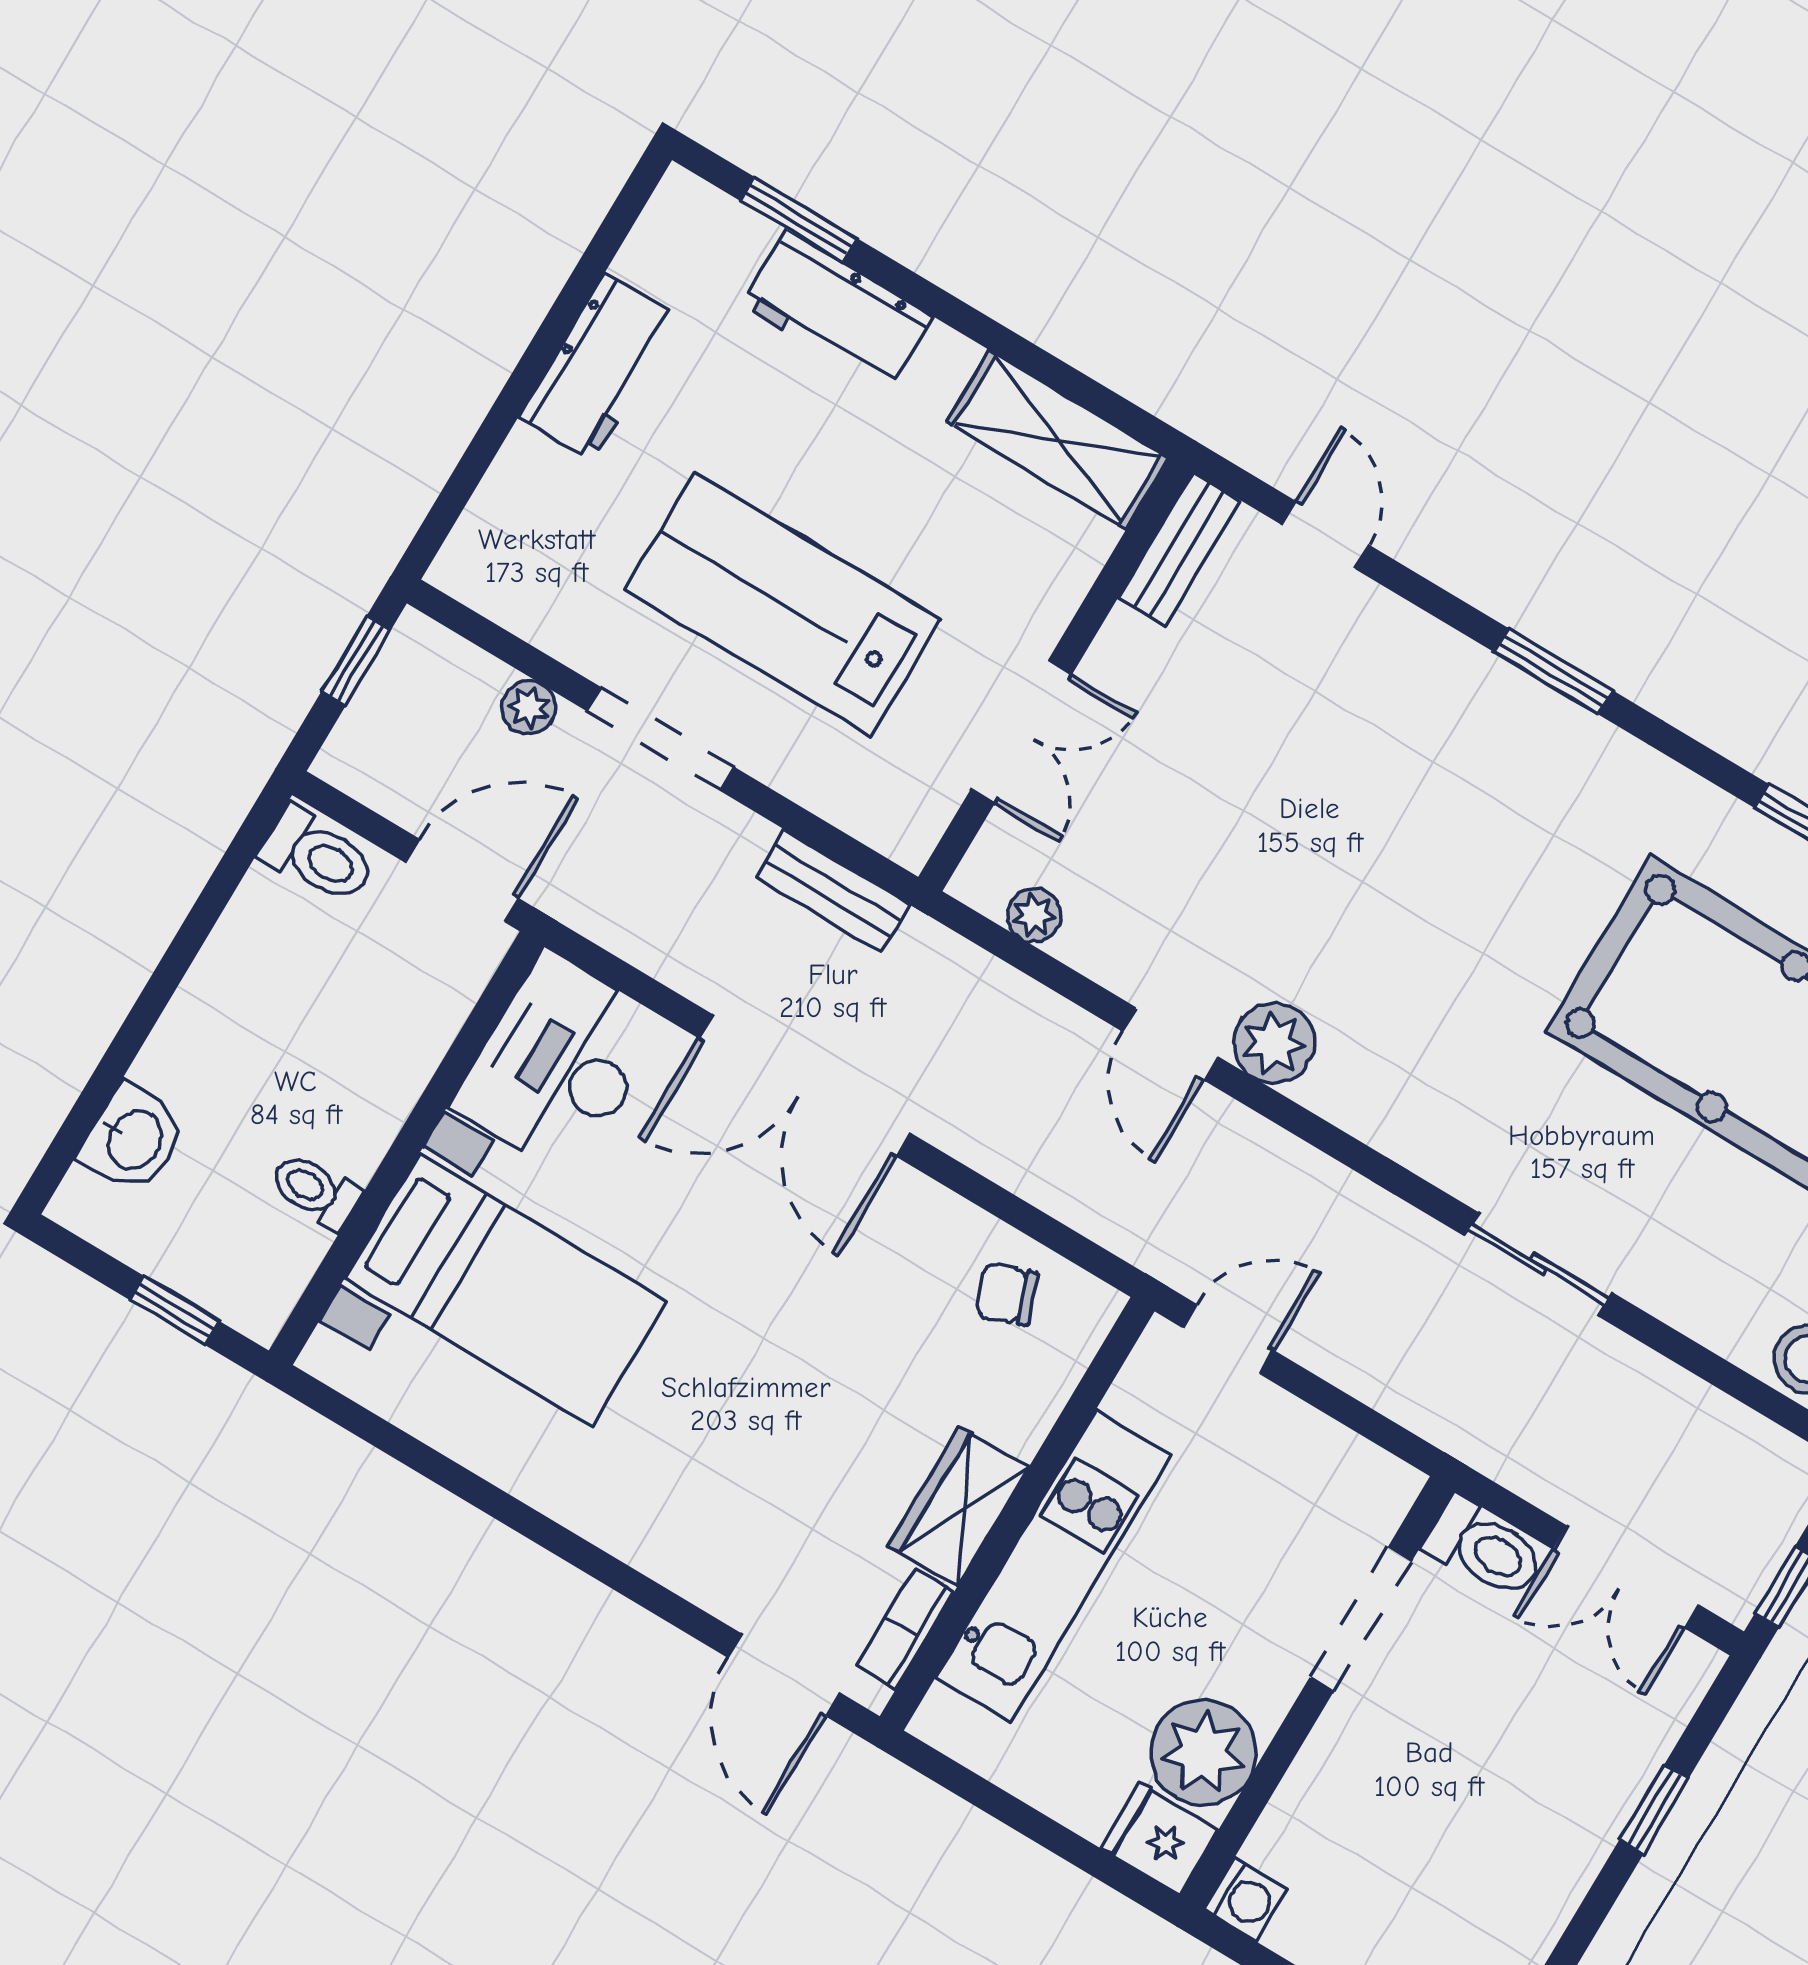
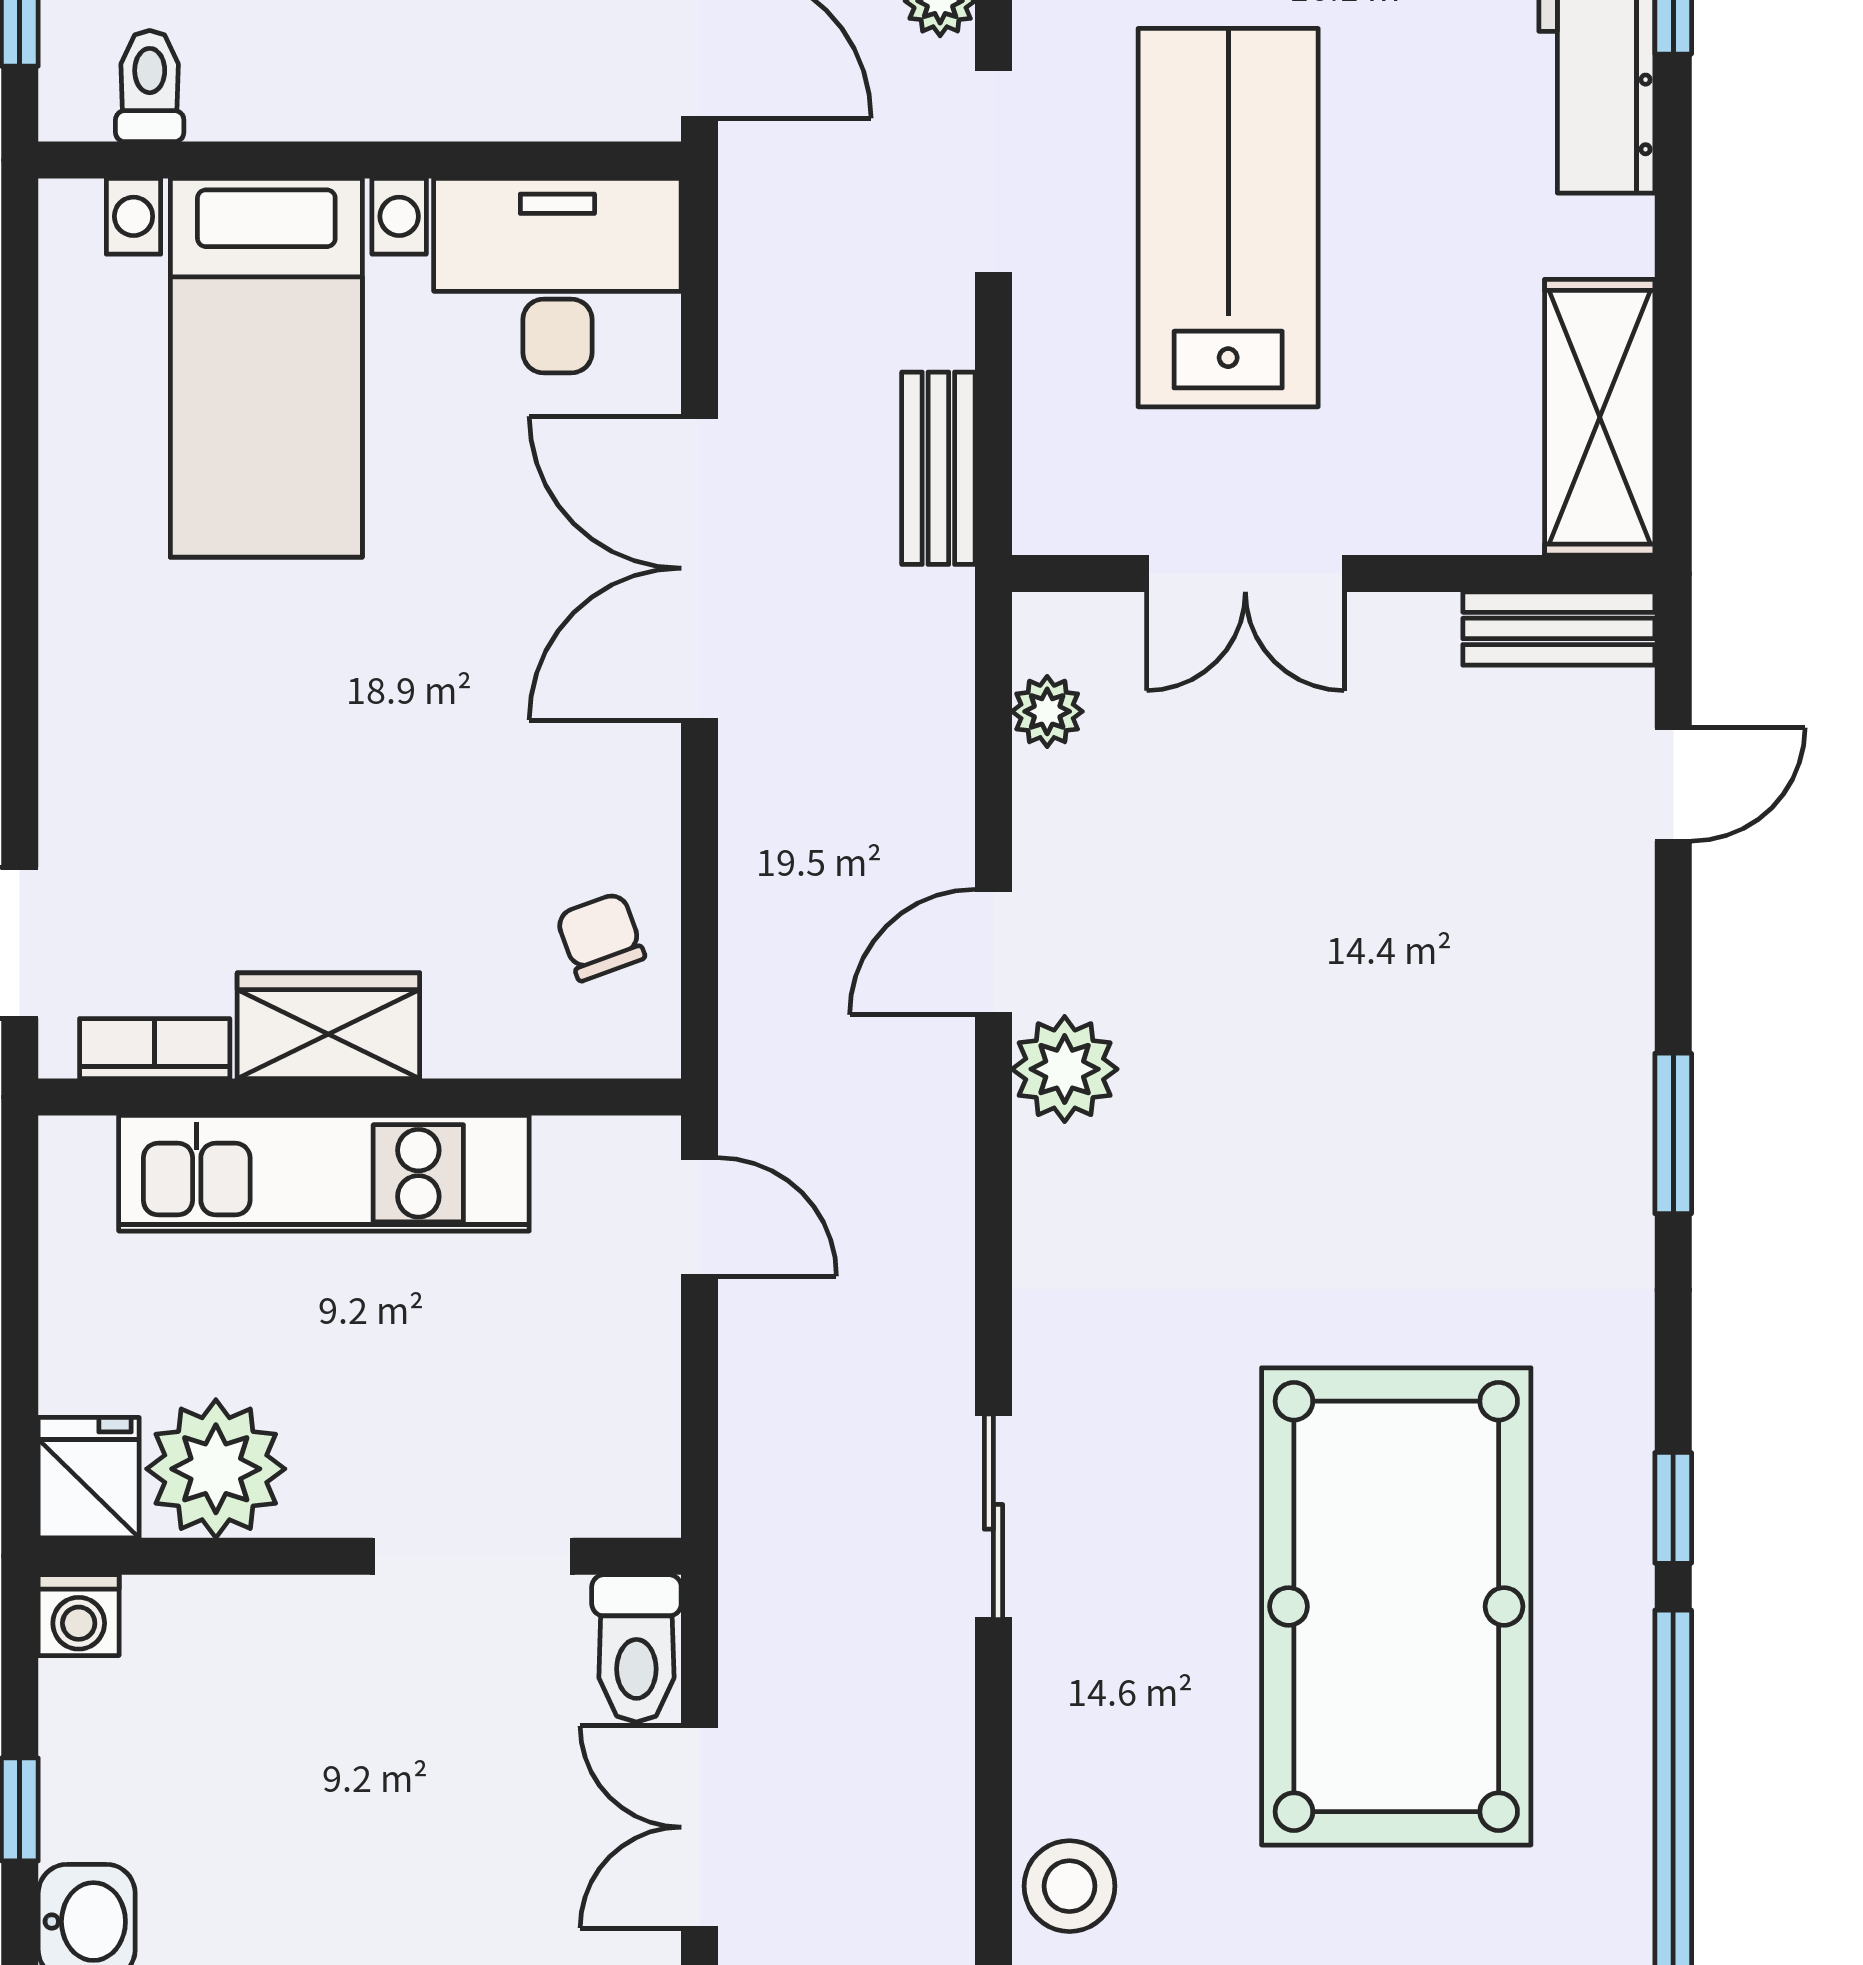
toilet: (315, 1191) -> (150, 86), moved

